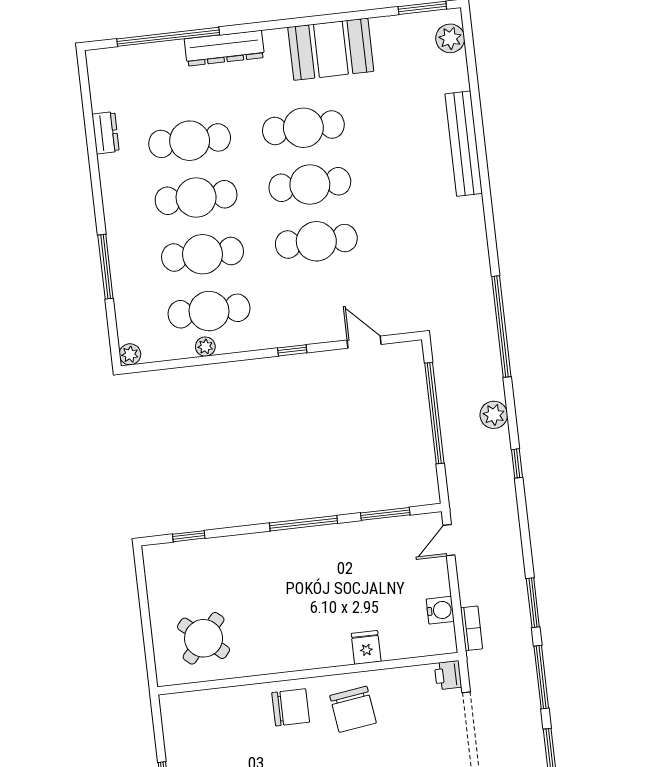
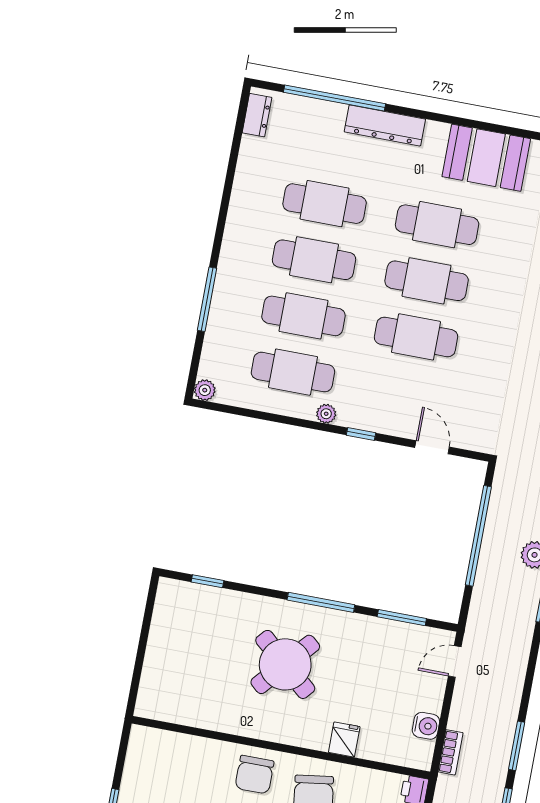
dresser: (105, 133) -> (257, 115), moved
plant: (205, 347) -> (326, 414), moved
round table: (204, 638) -> (285, 664), moved, width x1.36, depth x1.36
chair: (291, 707) -> (254, 775), turned 90

